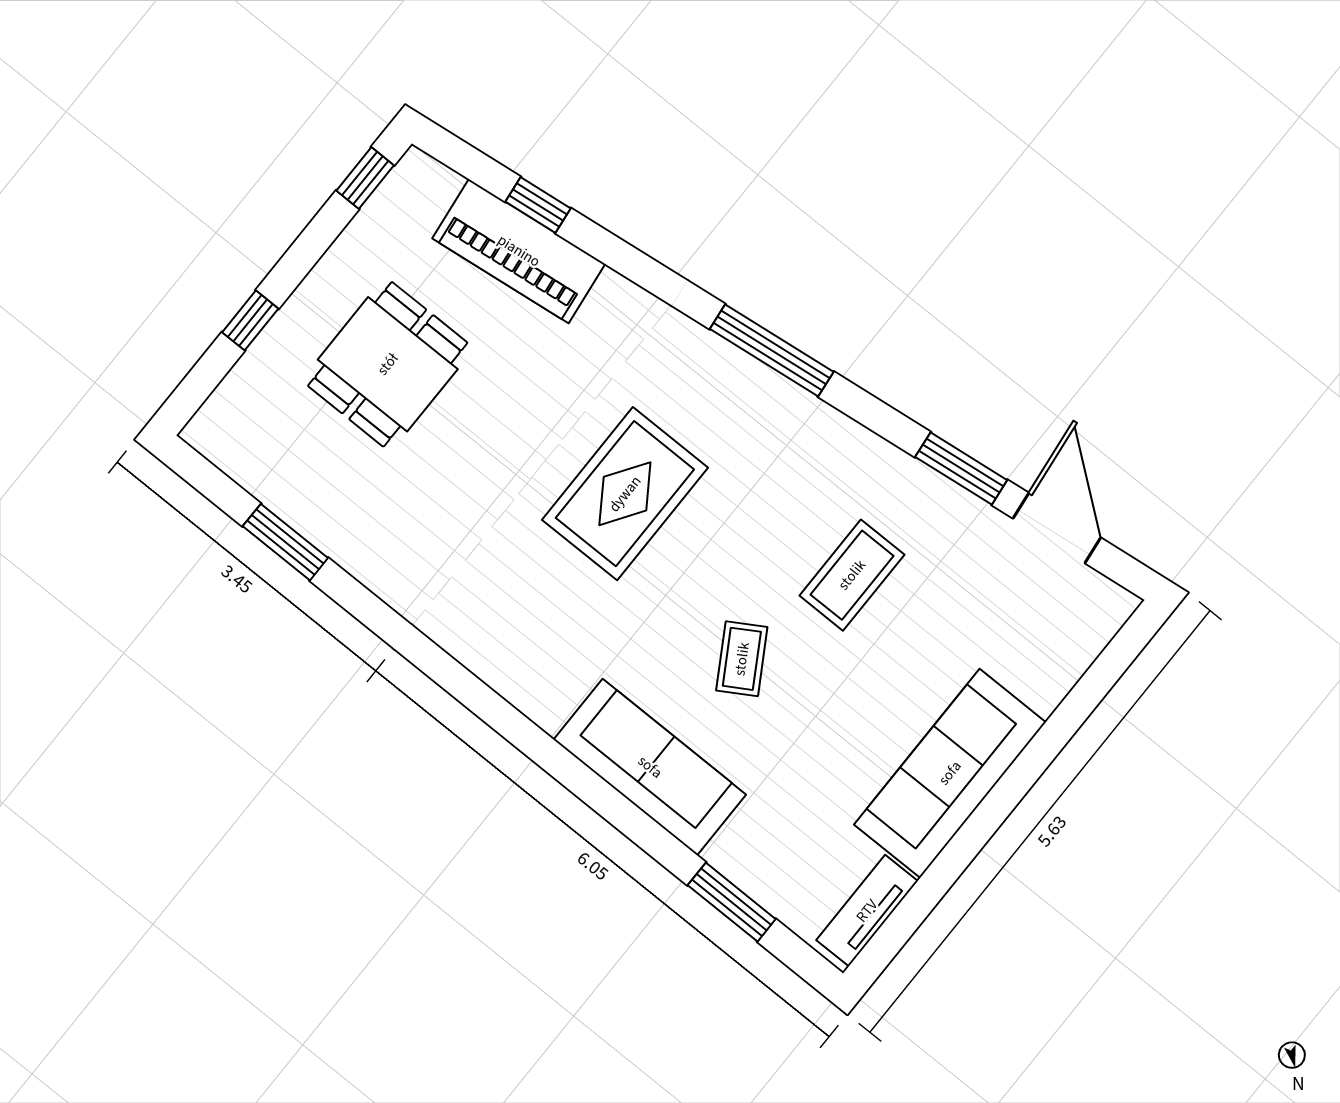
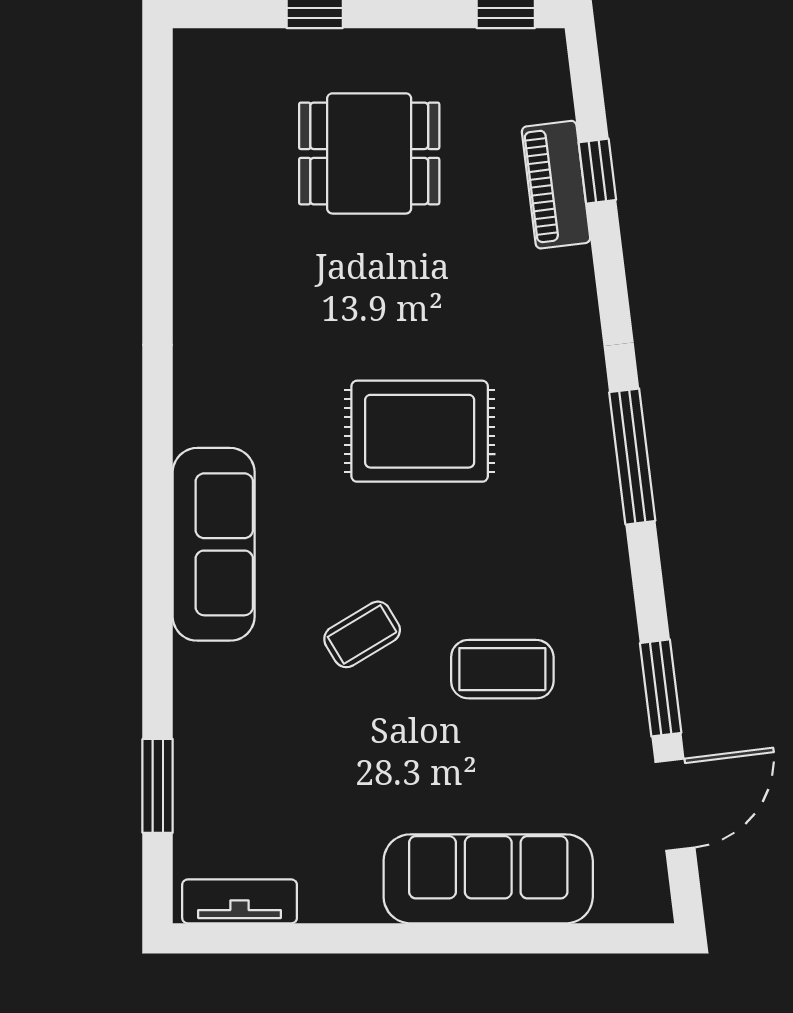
piano: (519, 251) -> (556, 185), width x0.73, depth x0.75
window: (285, 542) -> (158, 187), removed
sofa: (650, 767) -> (214, 544), moved
sofa: (950, 773) -> (488, 879), moved

